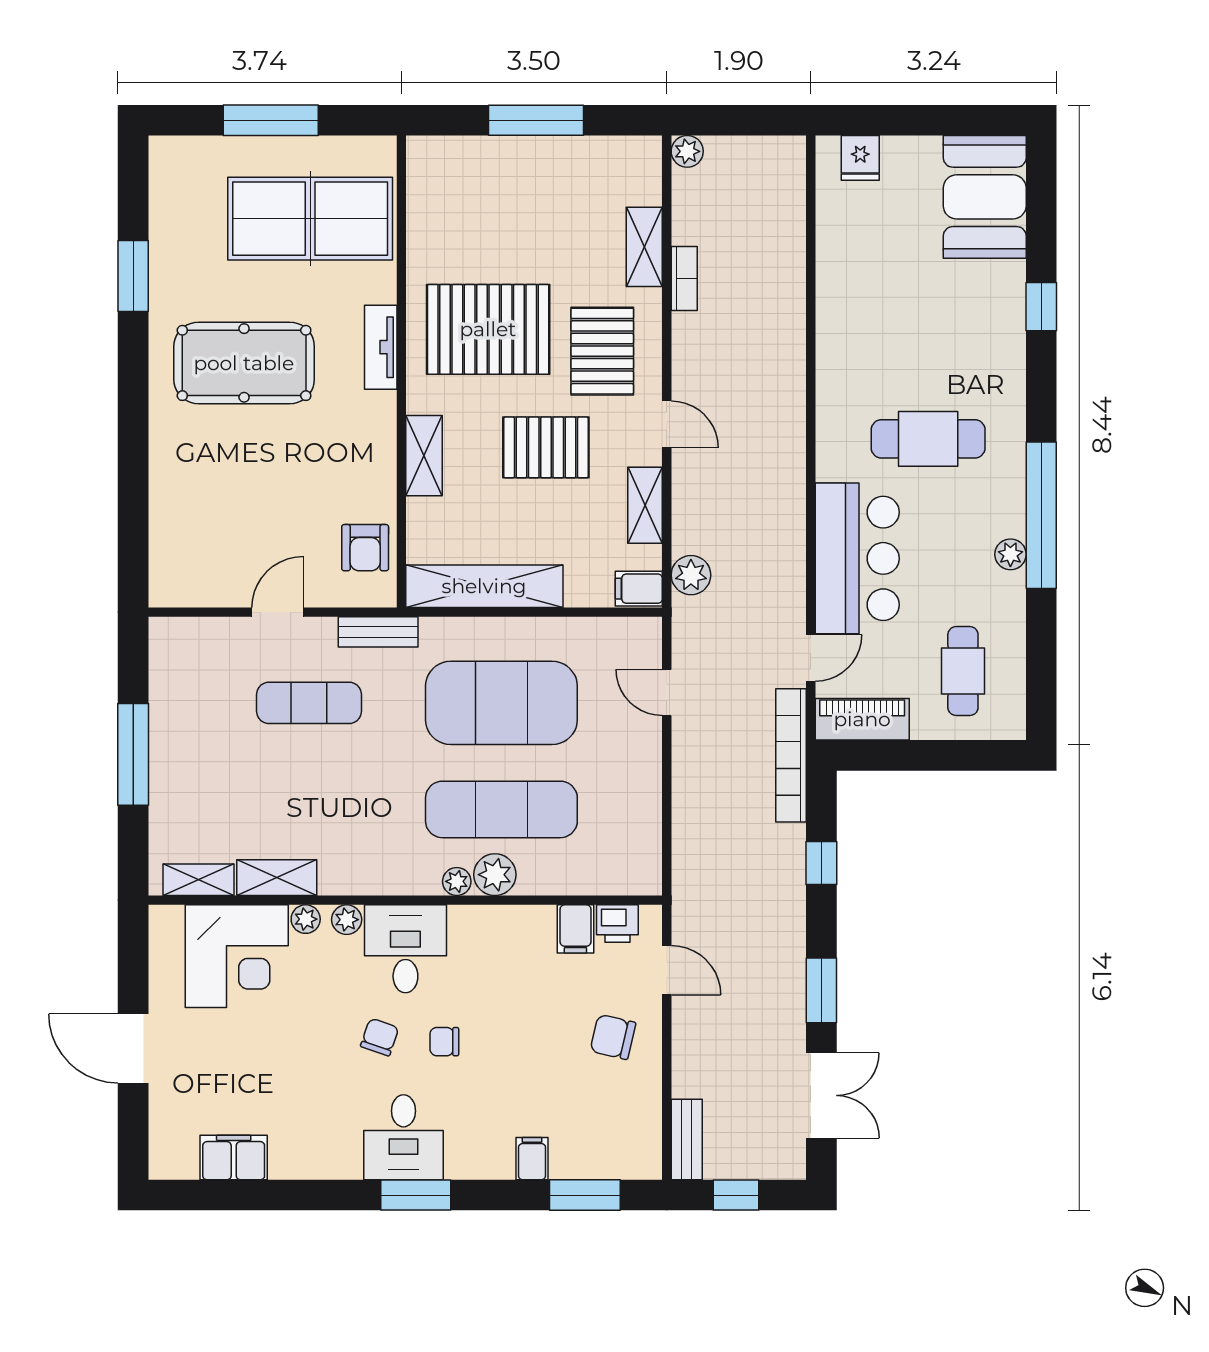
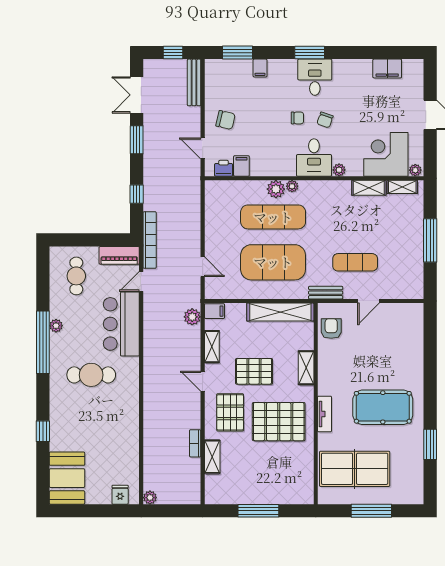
plant: (687, 151) -> (150, 498), moved
plant: (306, 919) -> (415, 170), moved
bench: (687, 1139) -> (194, 82), width x1.36

